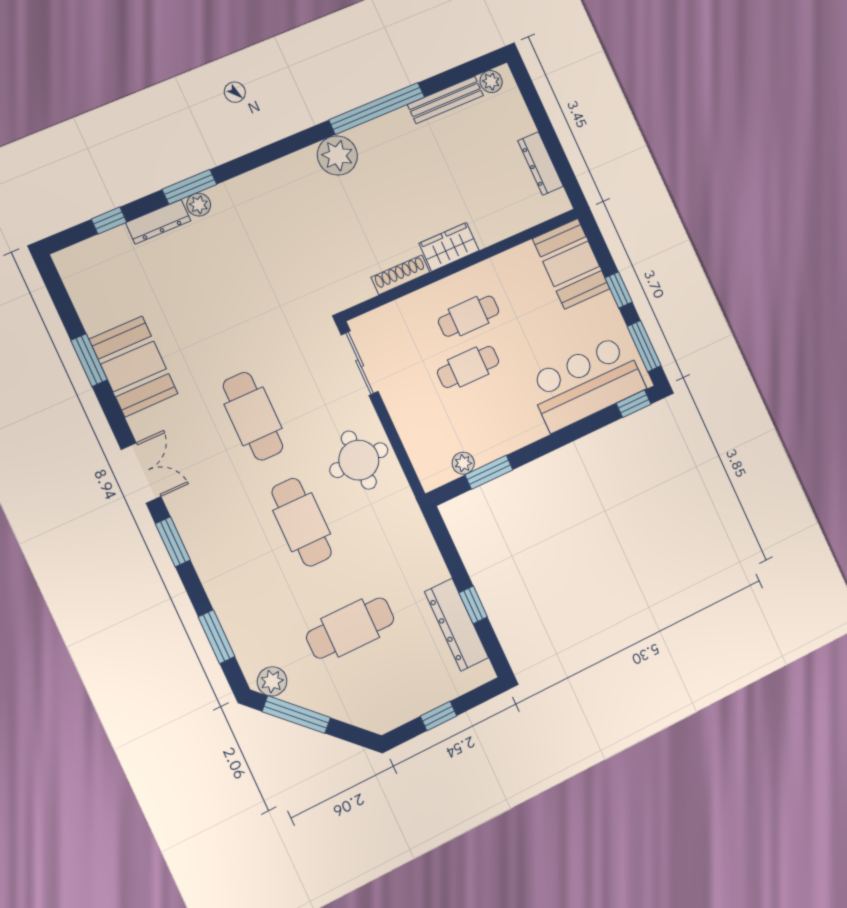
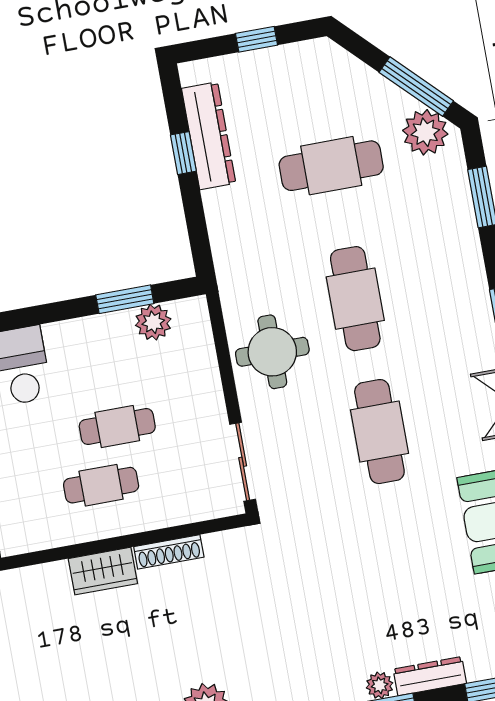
plant: (463, 463) -> (153, 322), width x1.38, depth x1.38
plant: (272, 681) -> (425, 132), width x1.36, depth x1.36

